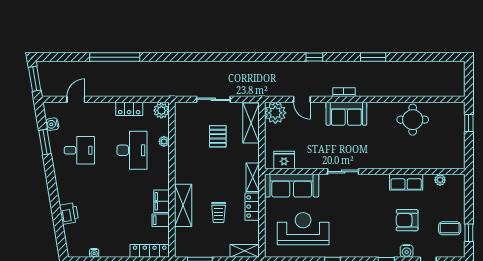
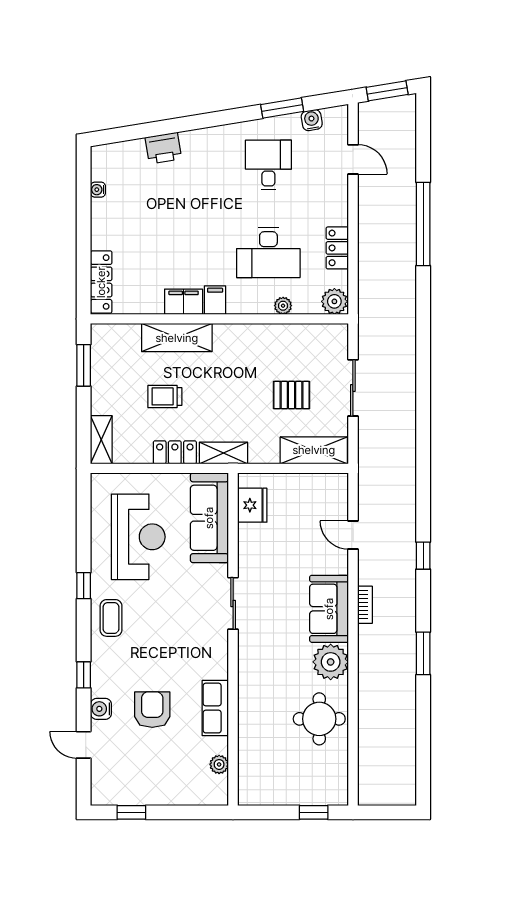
door: (302, 99) -> (353, 535), hinge flipped
plant: (275, 113) -> (331, 662), moved
desk: (79, 150) -> (268, 165), turned 180
filing cabinet: (161, 220) -> (215, 300), moved
coffee table: (450, 228) -> (111, 618), moved

